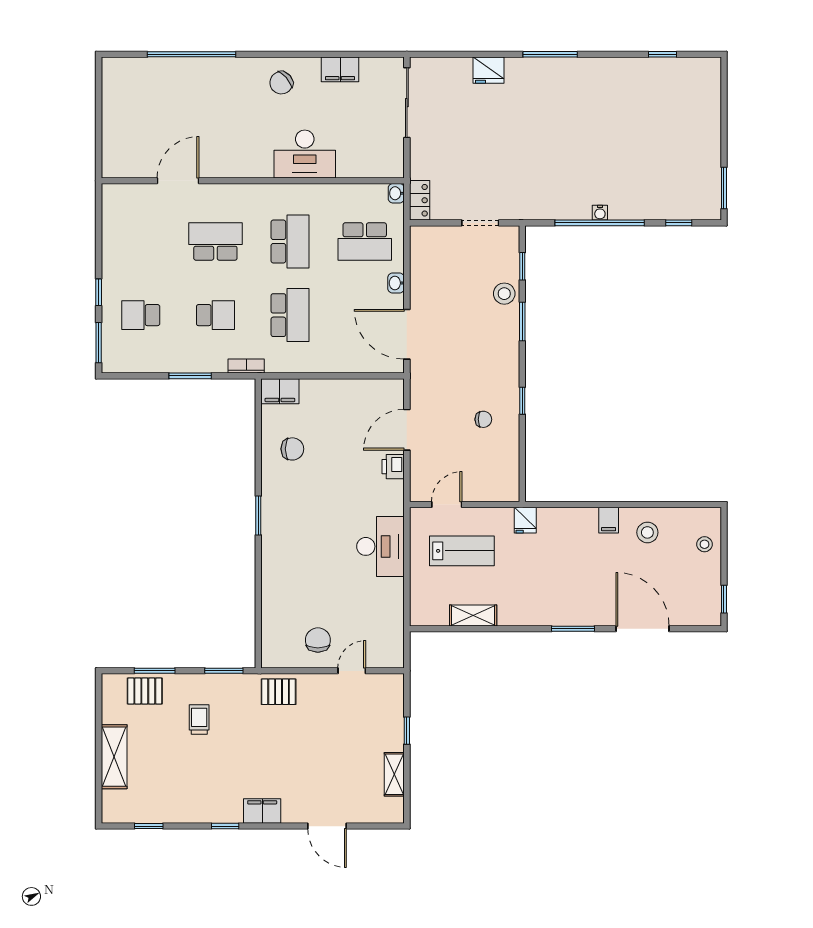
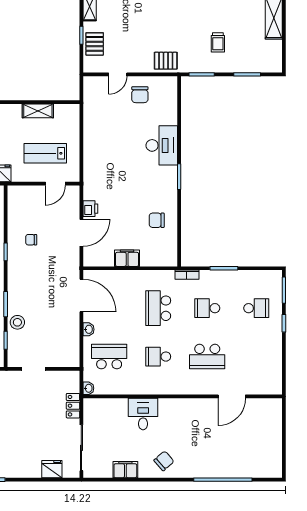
fridge: (488, 70) -> (52, 469), moved
desk: (305, 154) -> (143, 414), width x0.73
locker: (420, 200) -> (73, 406), moved
school desk: (290, 241) -> (158, 357), width x0.54
filing cabinet: (280, 391) -> (127, 258), moved
desk: (380, 546) -> (162, 145), moved, turned 180
pallet: (145, 691) -> (95, 44), moved, turned 90

